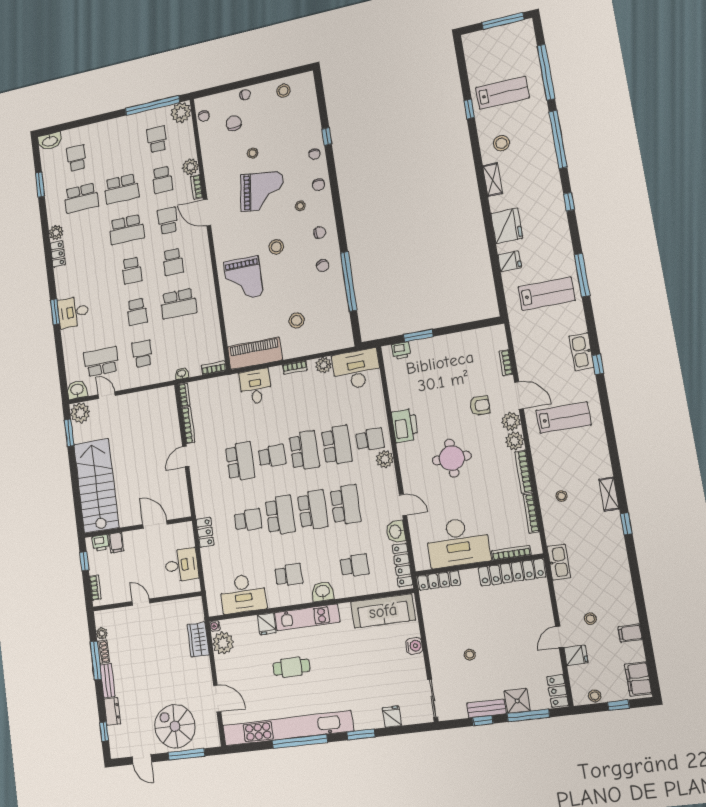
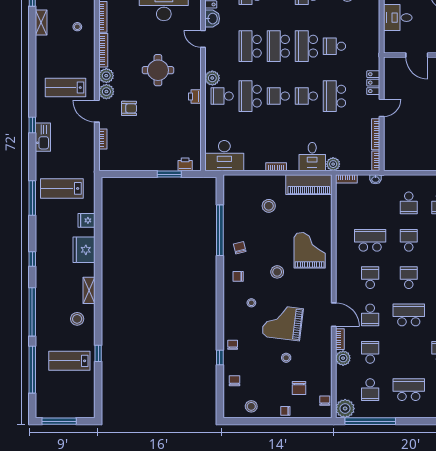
chair: (318, 185) -> (235, 381), moved
school desk: (121, 189) -> (409, 390), moved
plant: (324, 365) -> (333, 164), moved
armchair: (480, 406) -> (129, 108), turned 180
printer: (405, 426) -> (195, 96), width x0.53, depth x0.68
school desk: (304, 451) -> (278, 96), width x0.54
locker: (205, 532) -> (373, 83), moved

